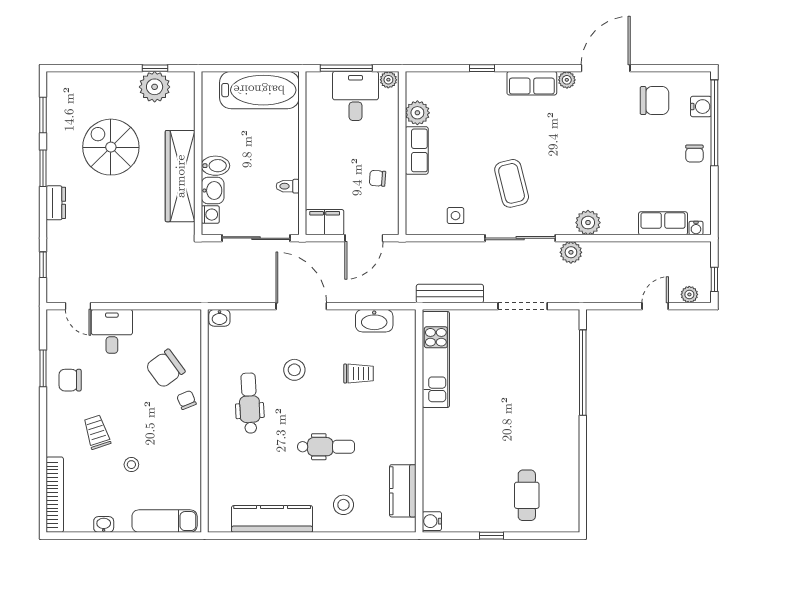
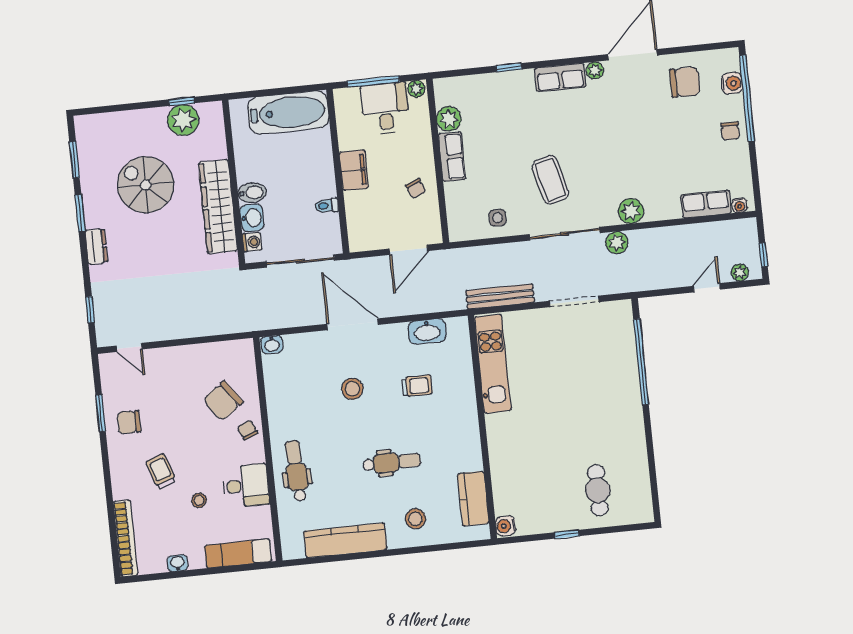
chair: (378, 178) -> (416, 188), turned -116
filing cabinet: (325, 222) -> (354, 170), moved, turned 90
desk: (112, 331) -> (246, 486), moved, turned 90
dental chair: (249, 403) -> (296, 471), moved

